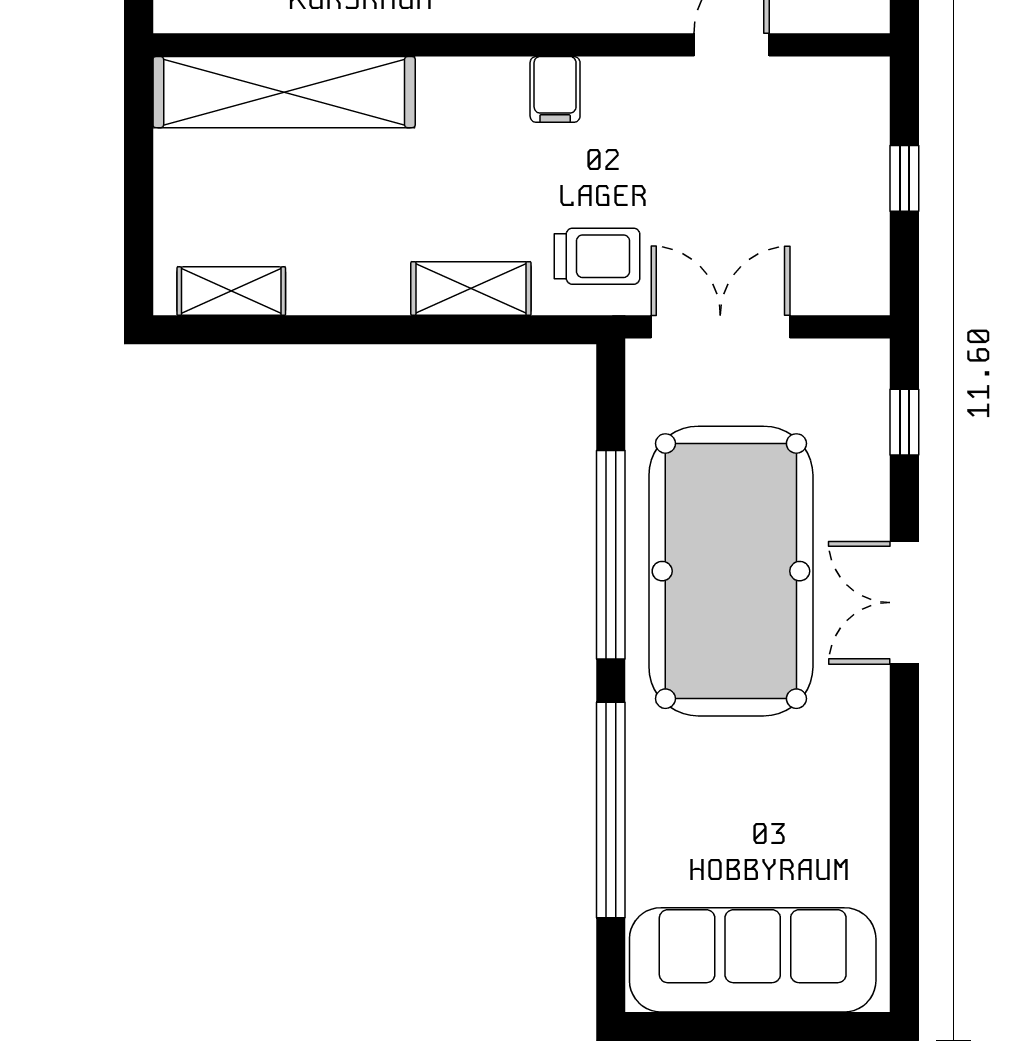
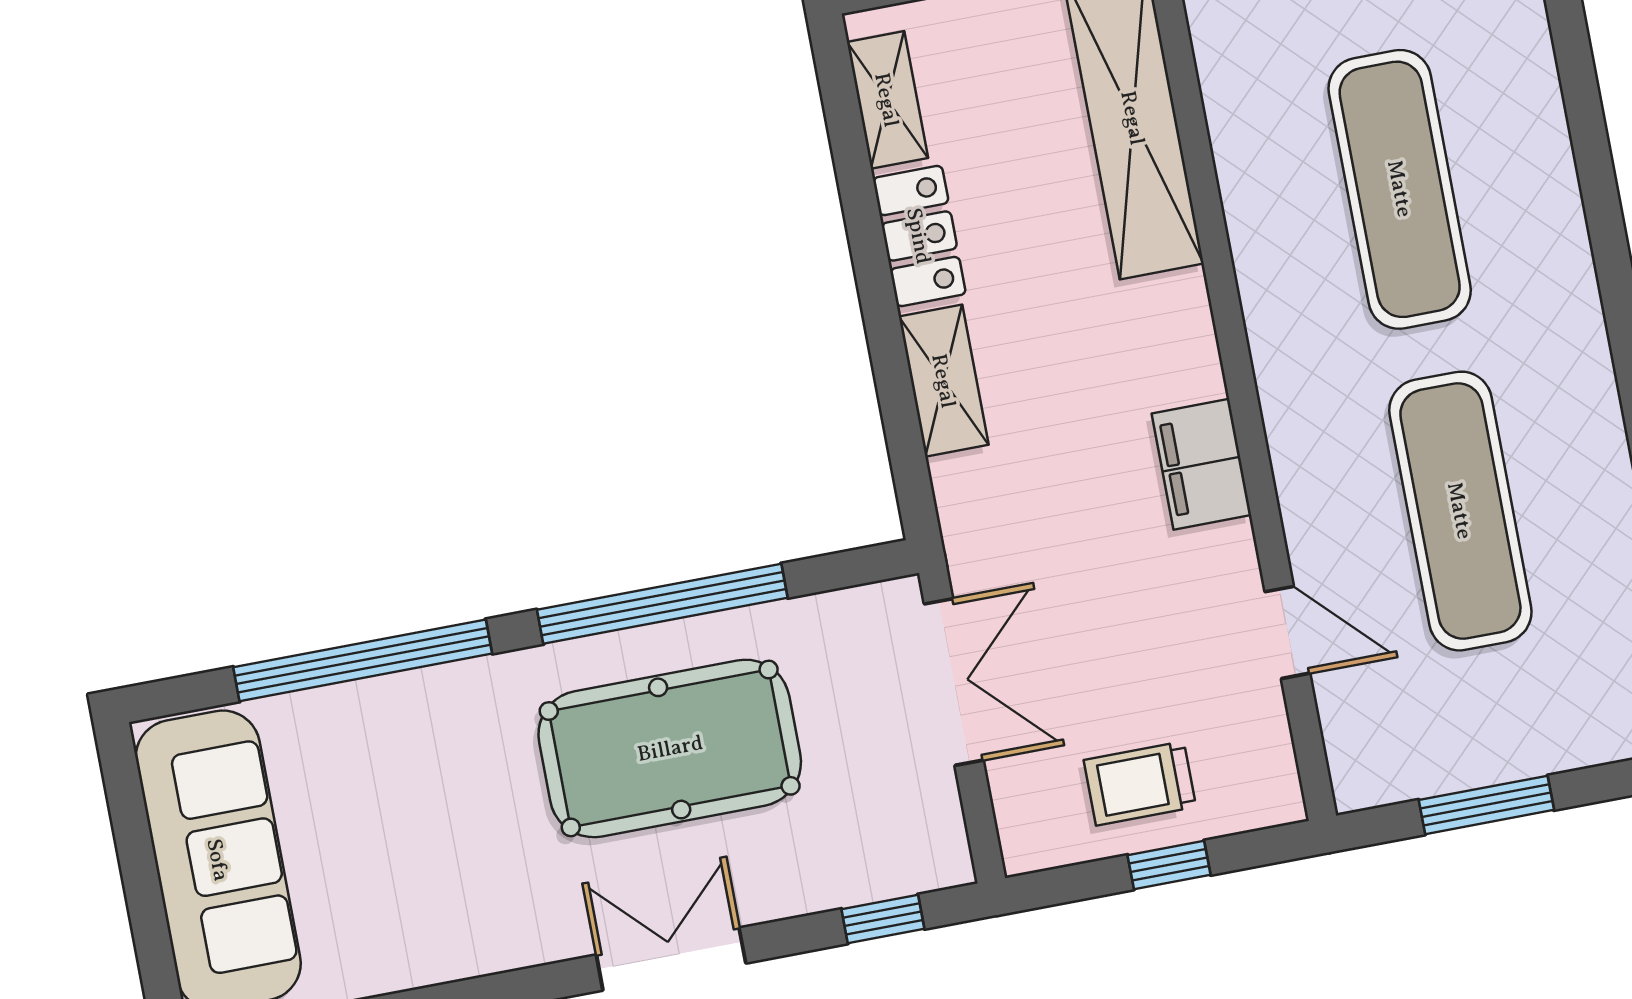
filing cabinet: (555, 89) -> (1201, 464), width x2.00
trolley: (597, 256) -> (1140, 783), moved, turned 90
locker: (348, 286) -> (919, 236), added
pool table: (731, 571) -> (670, 748), width x0.73, depth x0.76

